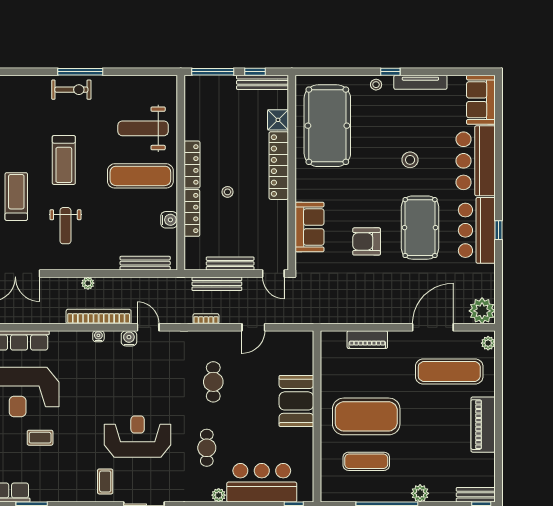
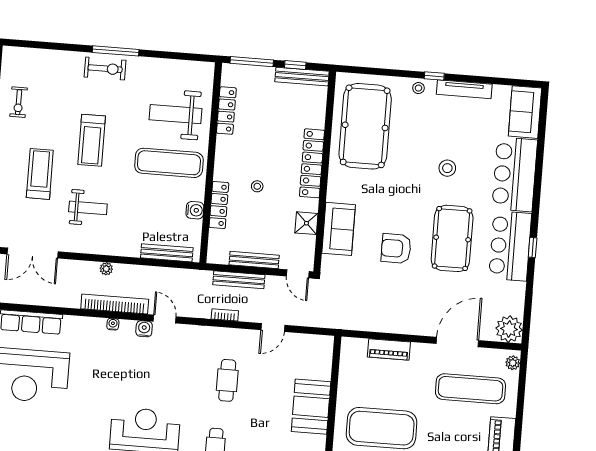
shower: (278, 120) -> (306, 223), moved
locker: (192, 164) -> (226, 111), moved
weight bench: (65, 226) -> (88, 208), turned -90
coffee table: (40, 438) -> (45, 424), removed

